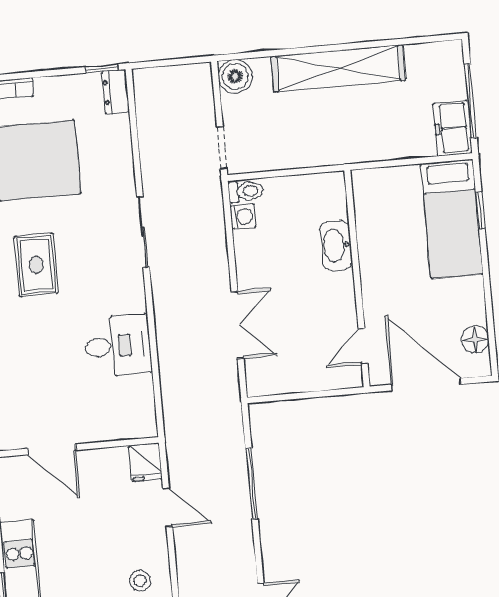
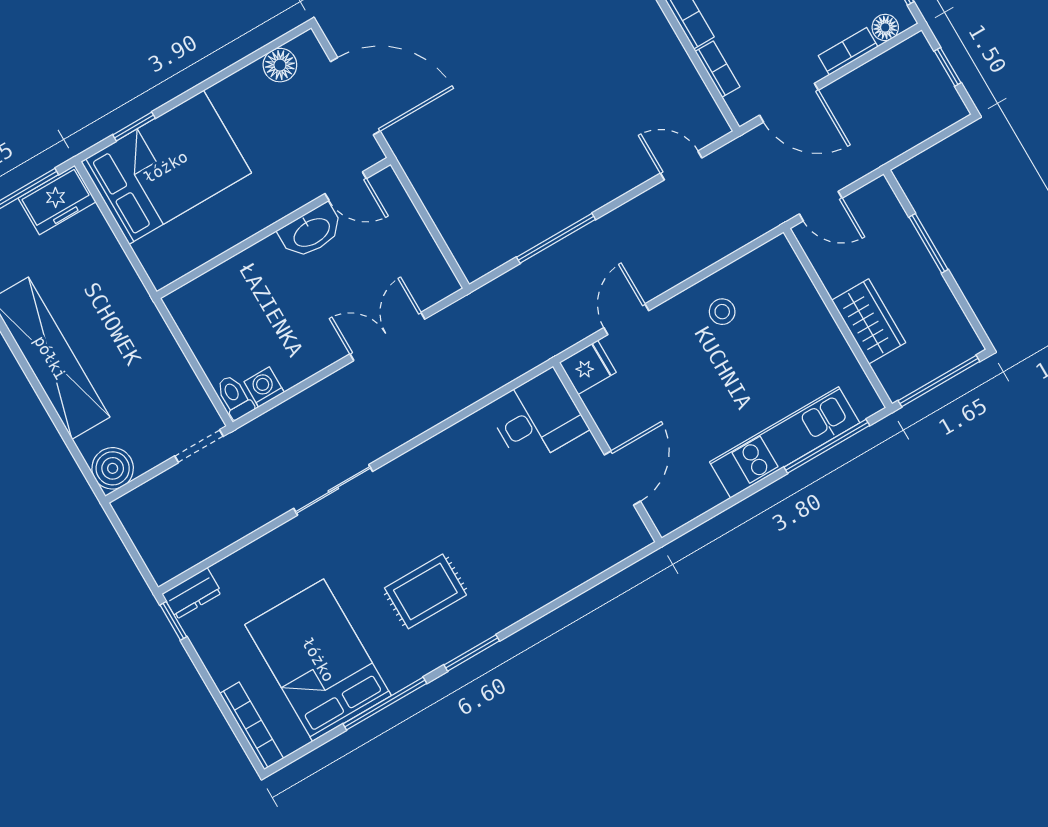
bed: (452, 219) -> (166, 167), width x1.50
washbasin: (336, 245) -> (311, 232), moved
desk: (118, 346) -> (537, 418), moved, turned 90
door: (426, 384) -> (355, 96), swing flipped

